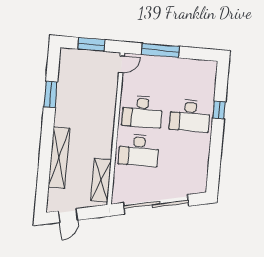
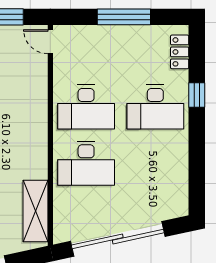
window: (160, 50) -> (124, 17), moved
door: (121, 64) -> (50, 42), swing flipped
locker: (210, 79) -> (180, 52), added

